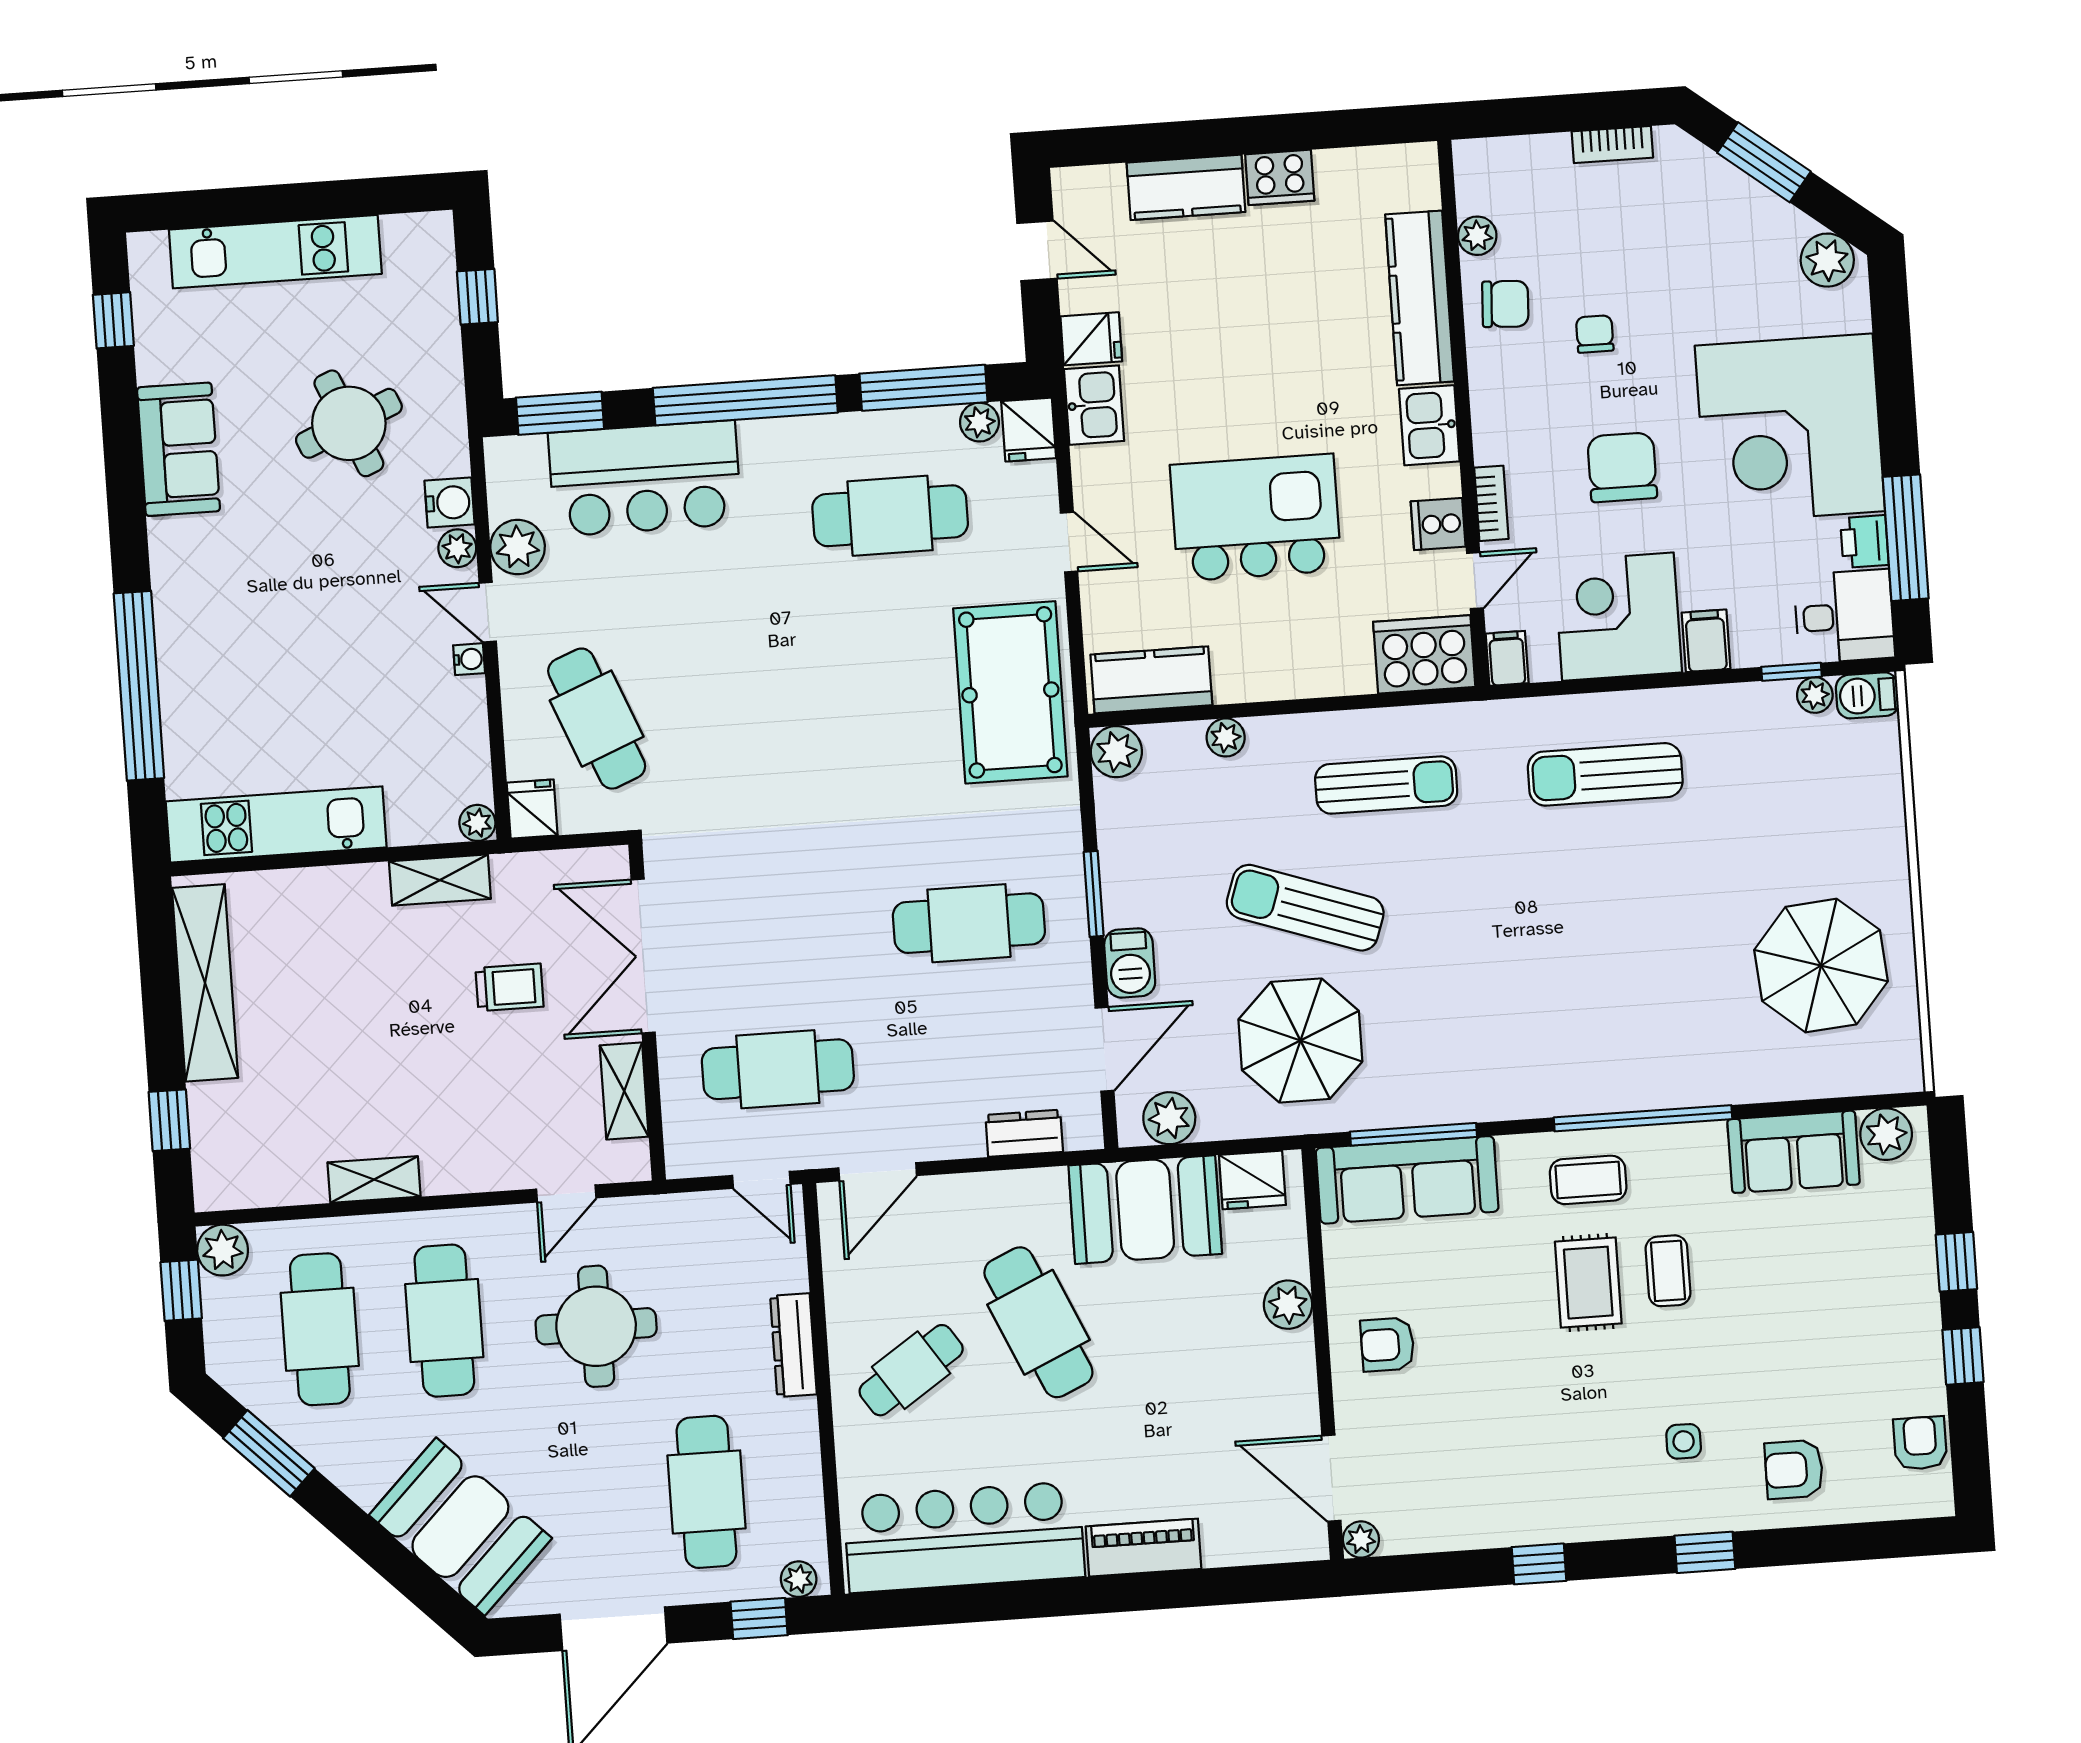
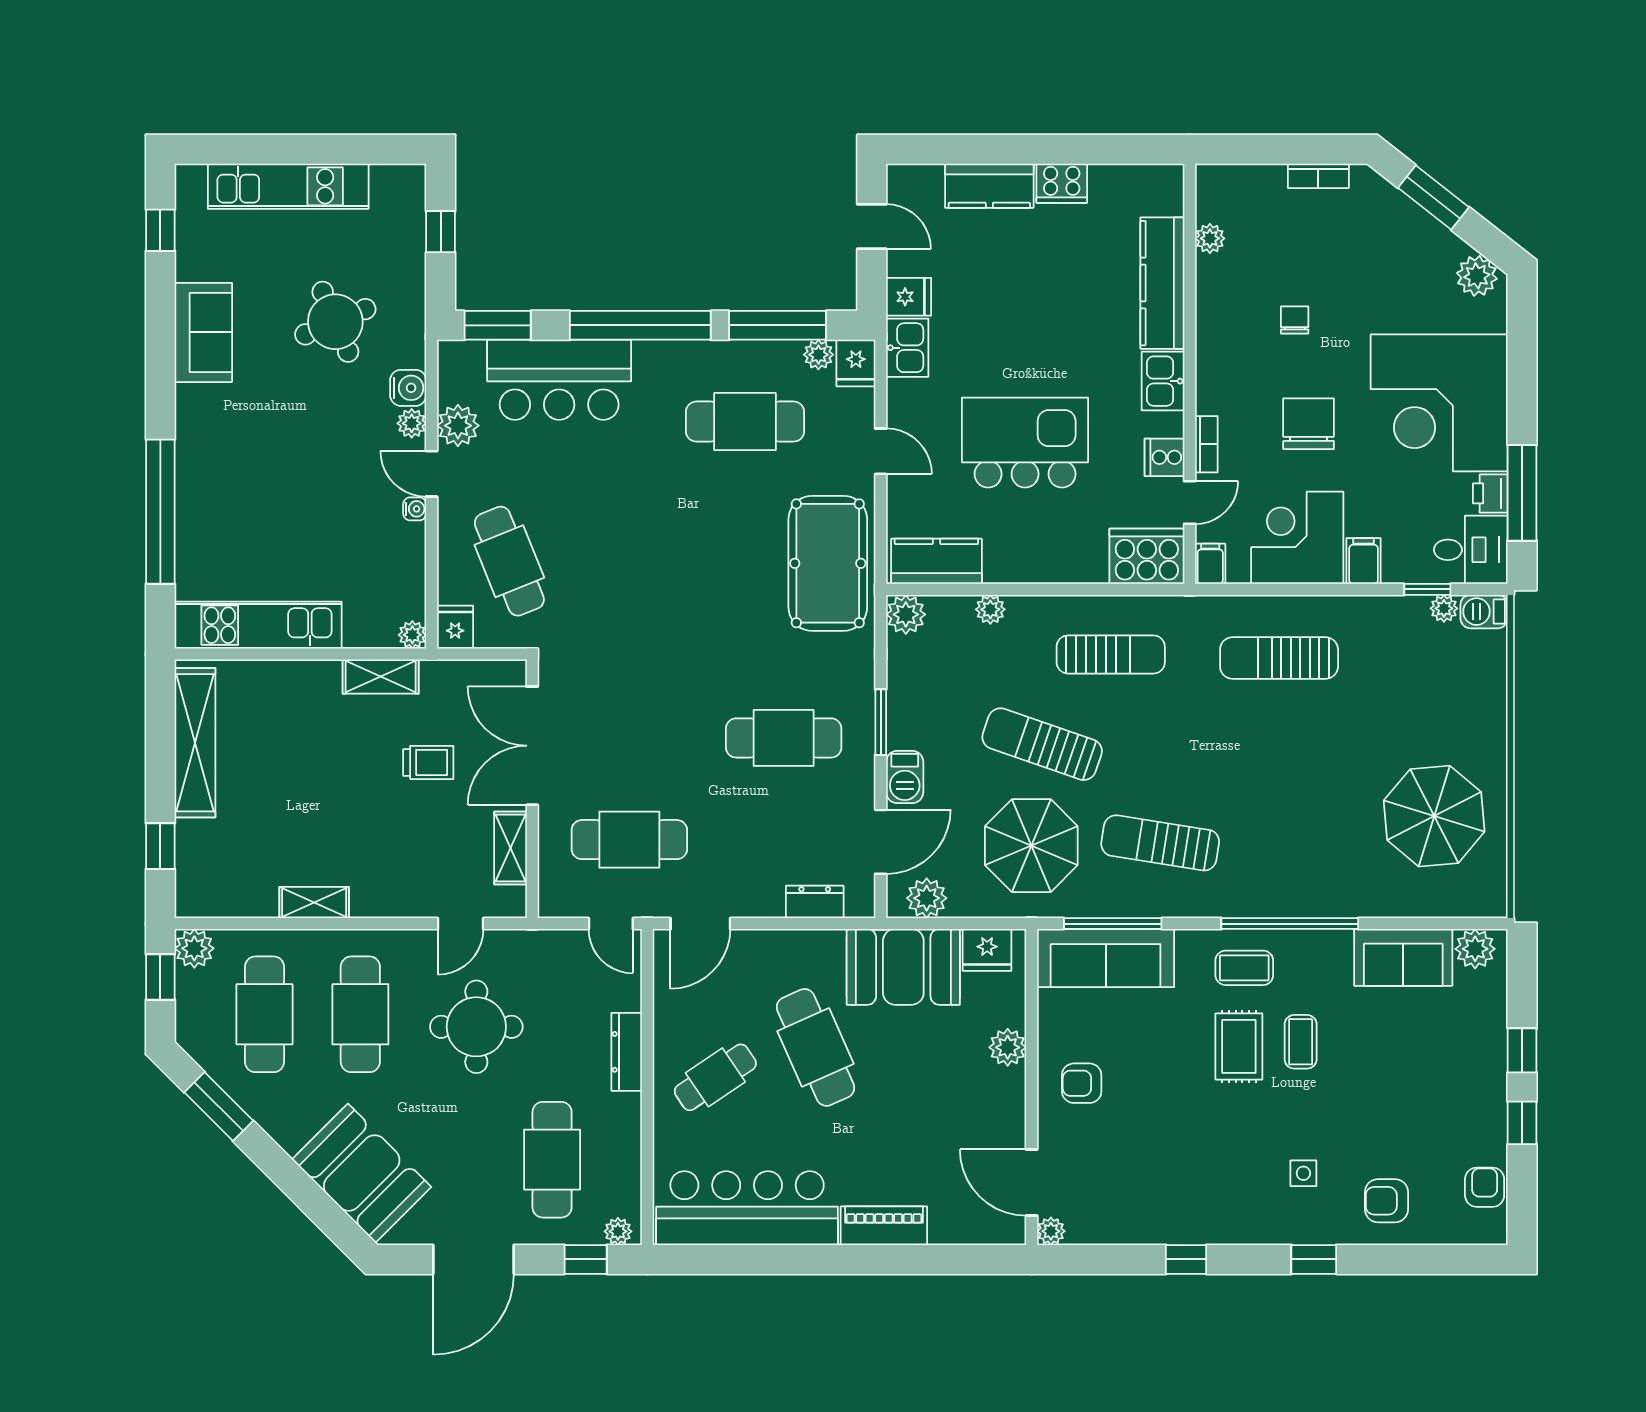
chair: (1505, 304) -> (1228, 292), removed
sun lounger: (1468, 1025) -> (1160, 843), added

